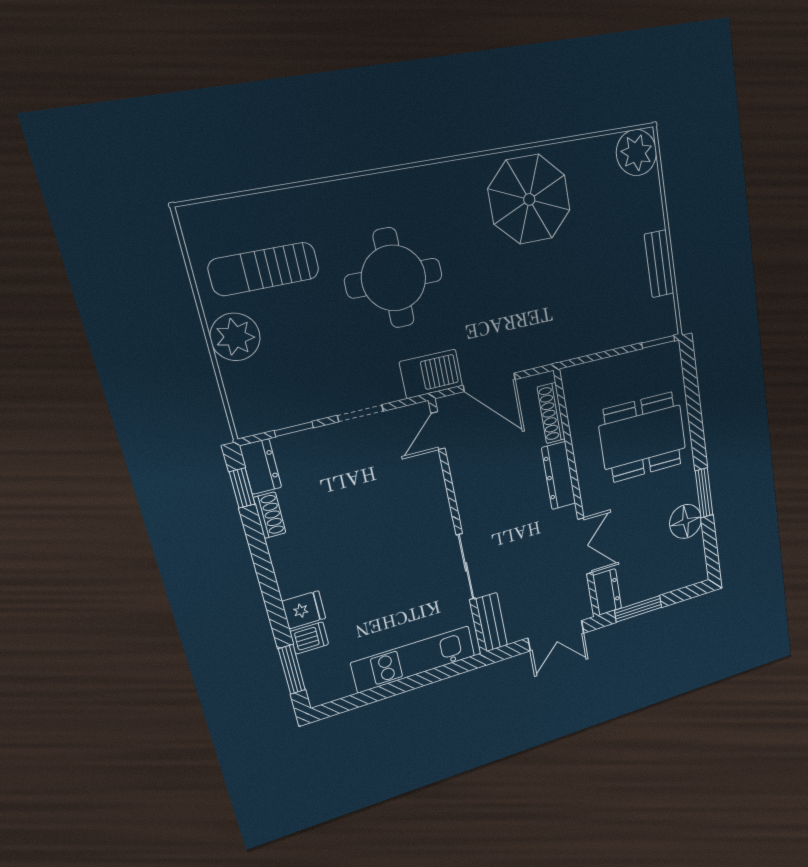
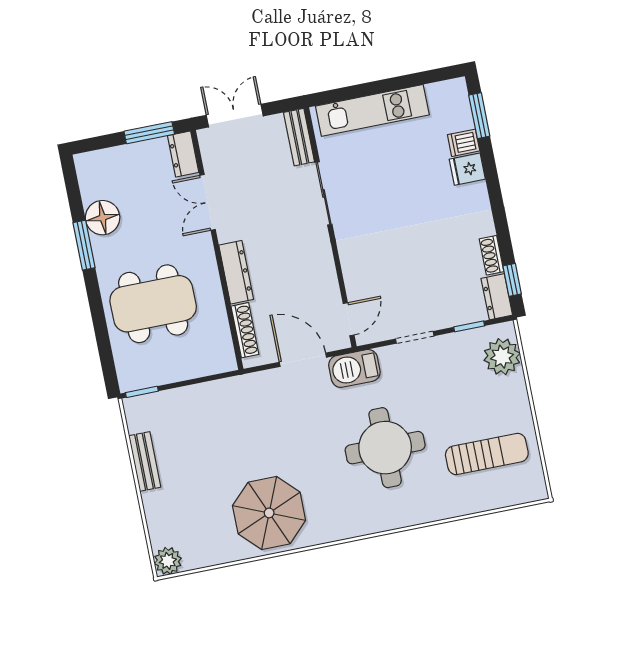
plant: (637, 153) -> (168, 561), width x0.73, depth x0.73
plant: (235, 337) -> (502, 357), moved

